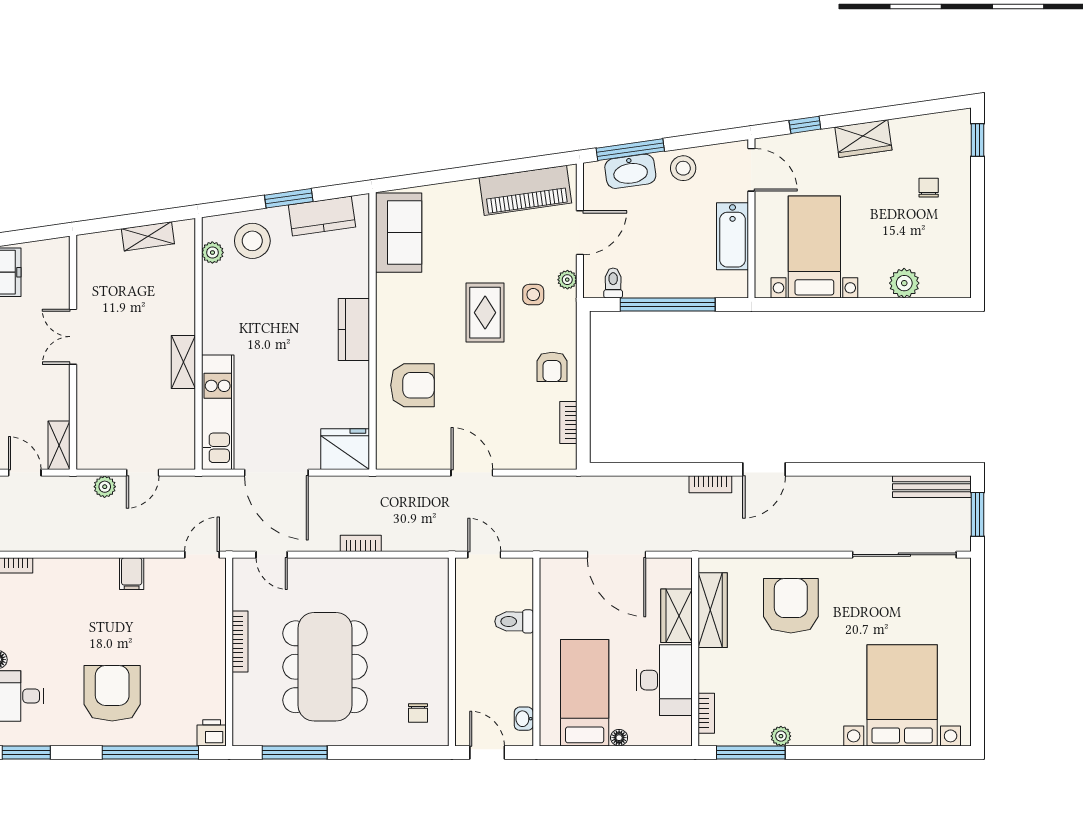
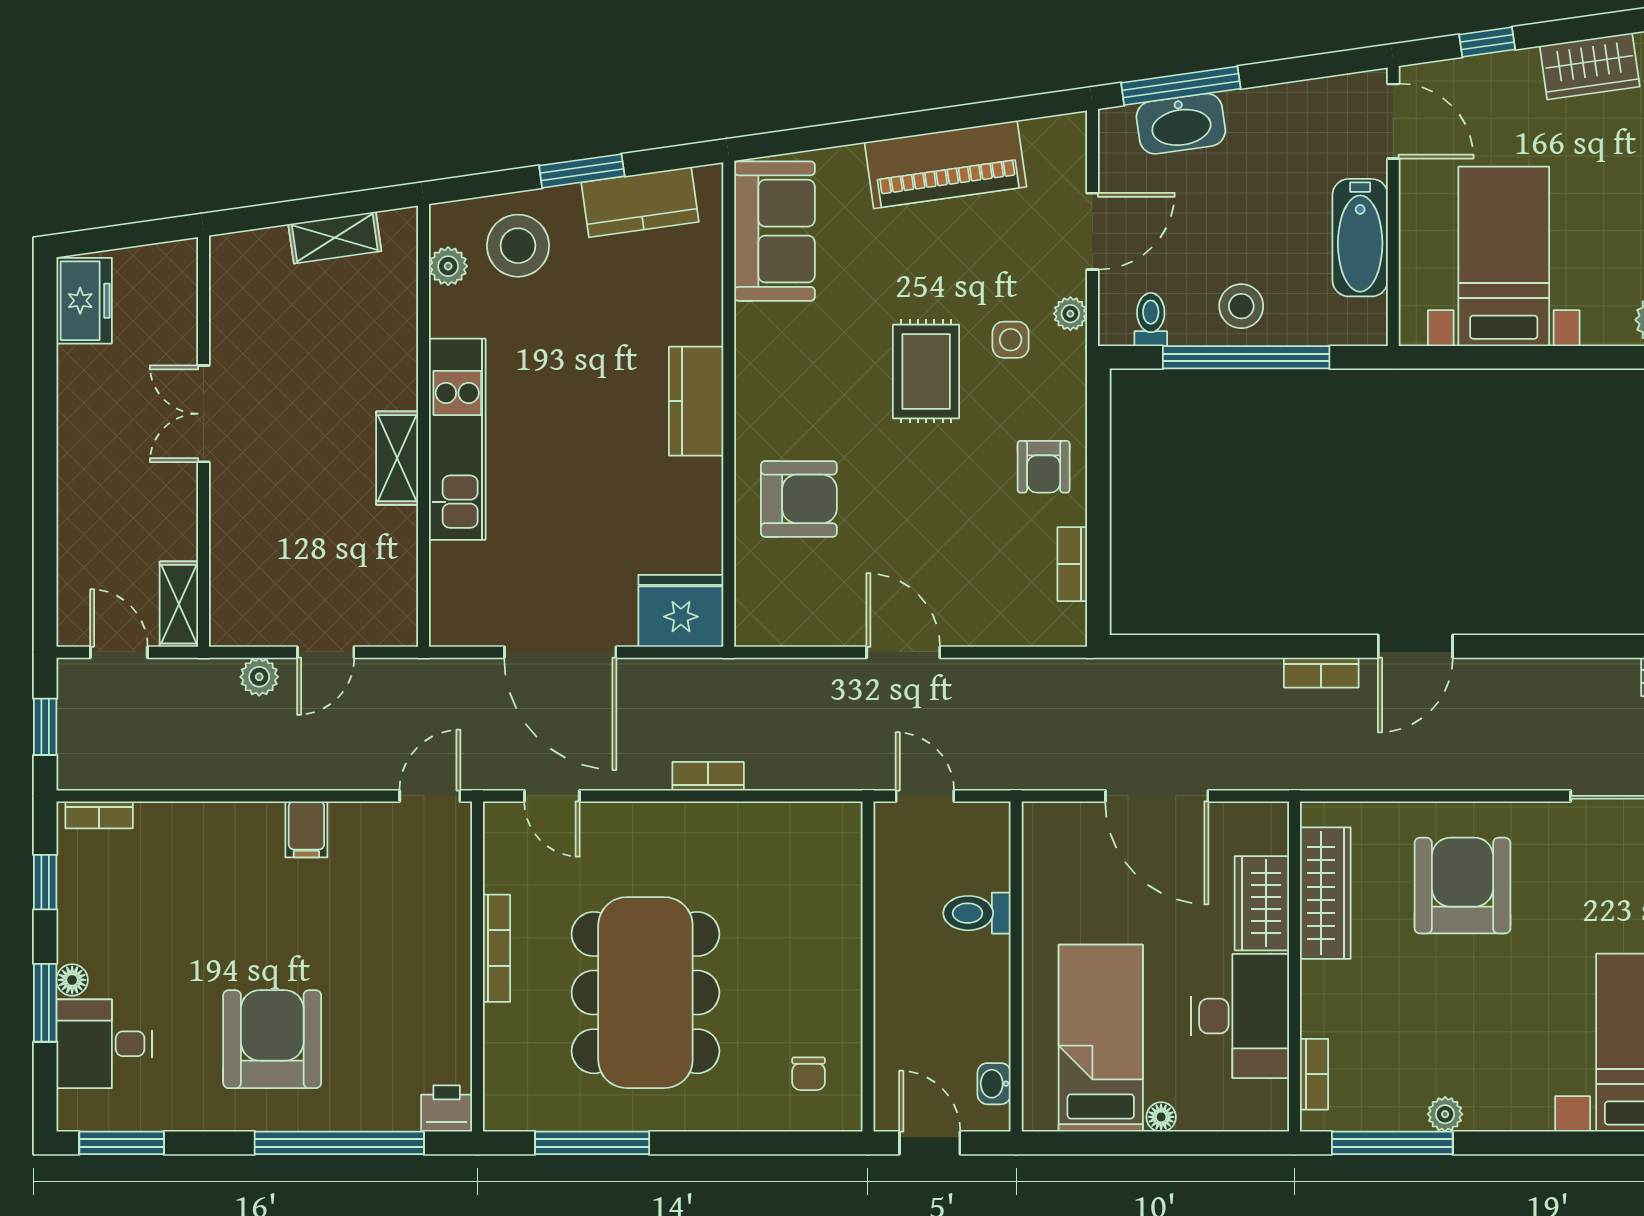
stool: (683, 168) -> (1241, 306), moved
piano: (525, 190) -> (945, 164), moved
kitchen unit: (218, 412) -> (457, 439), moved

